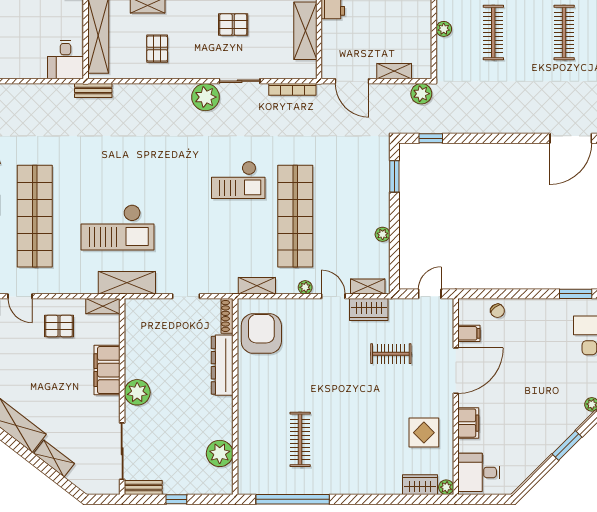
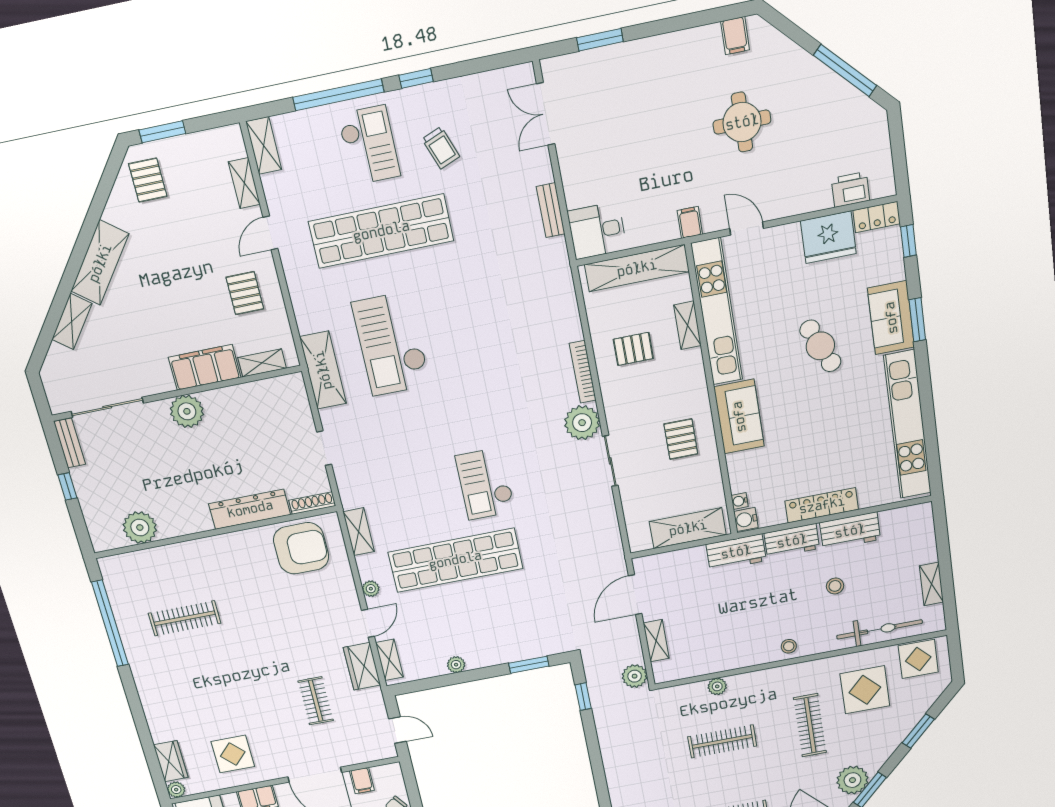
bookcase: (292, 89) -> (583, 372), moved
bench: (93, 90) -> (551, 210), moved
shelving: (103, 306) -> (262, 363), moved, turned 90

